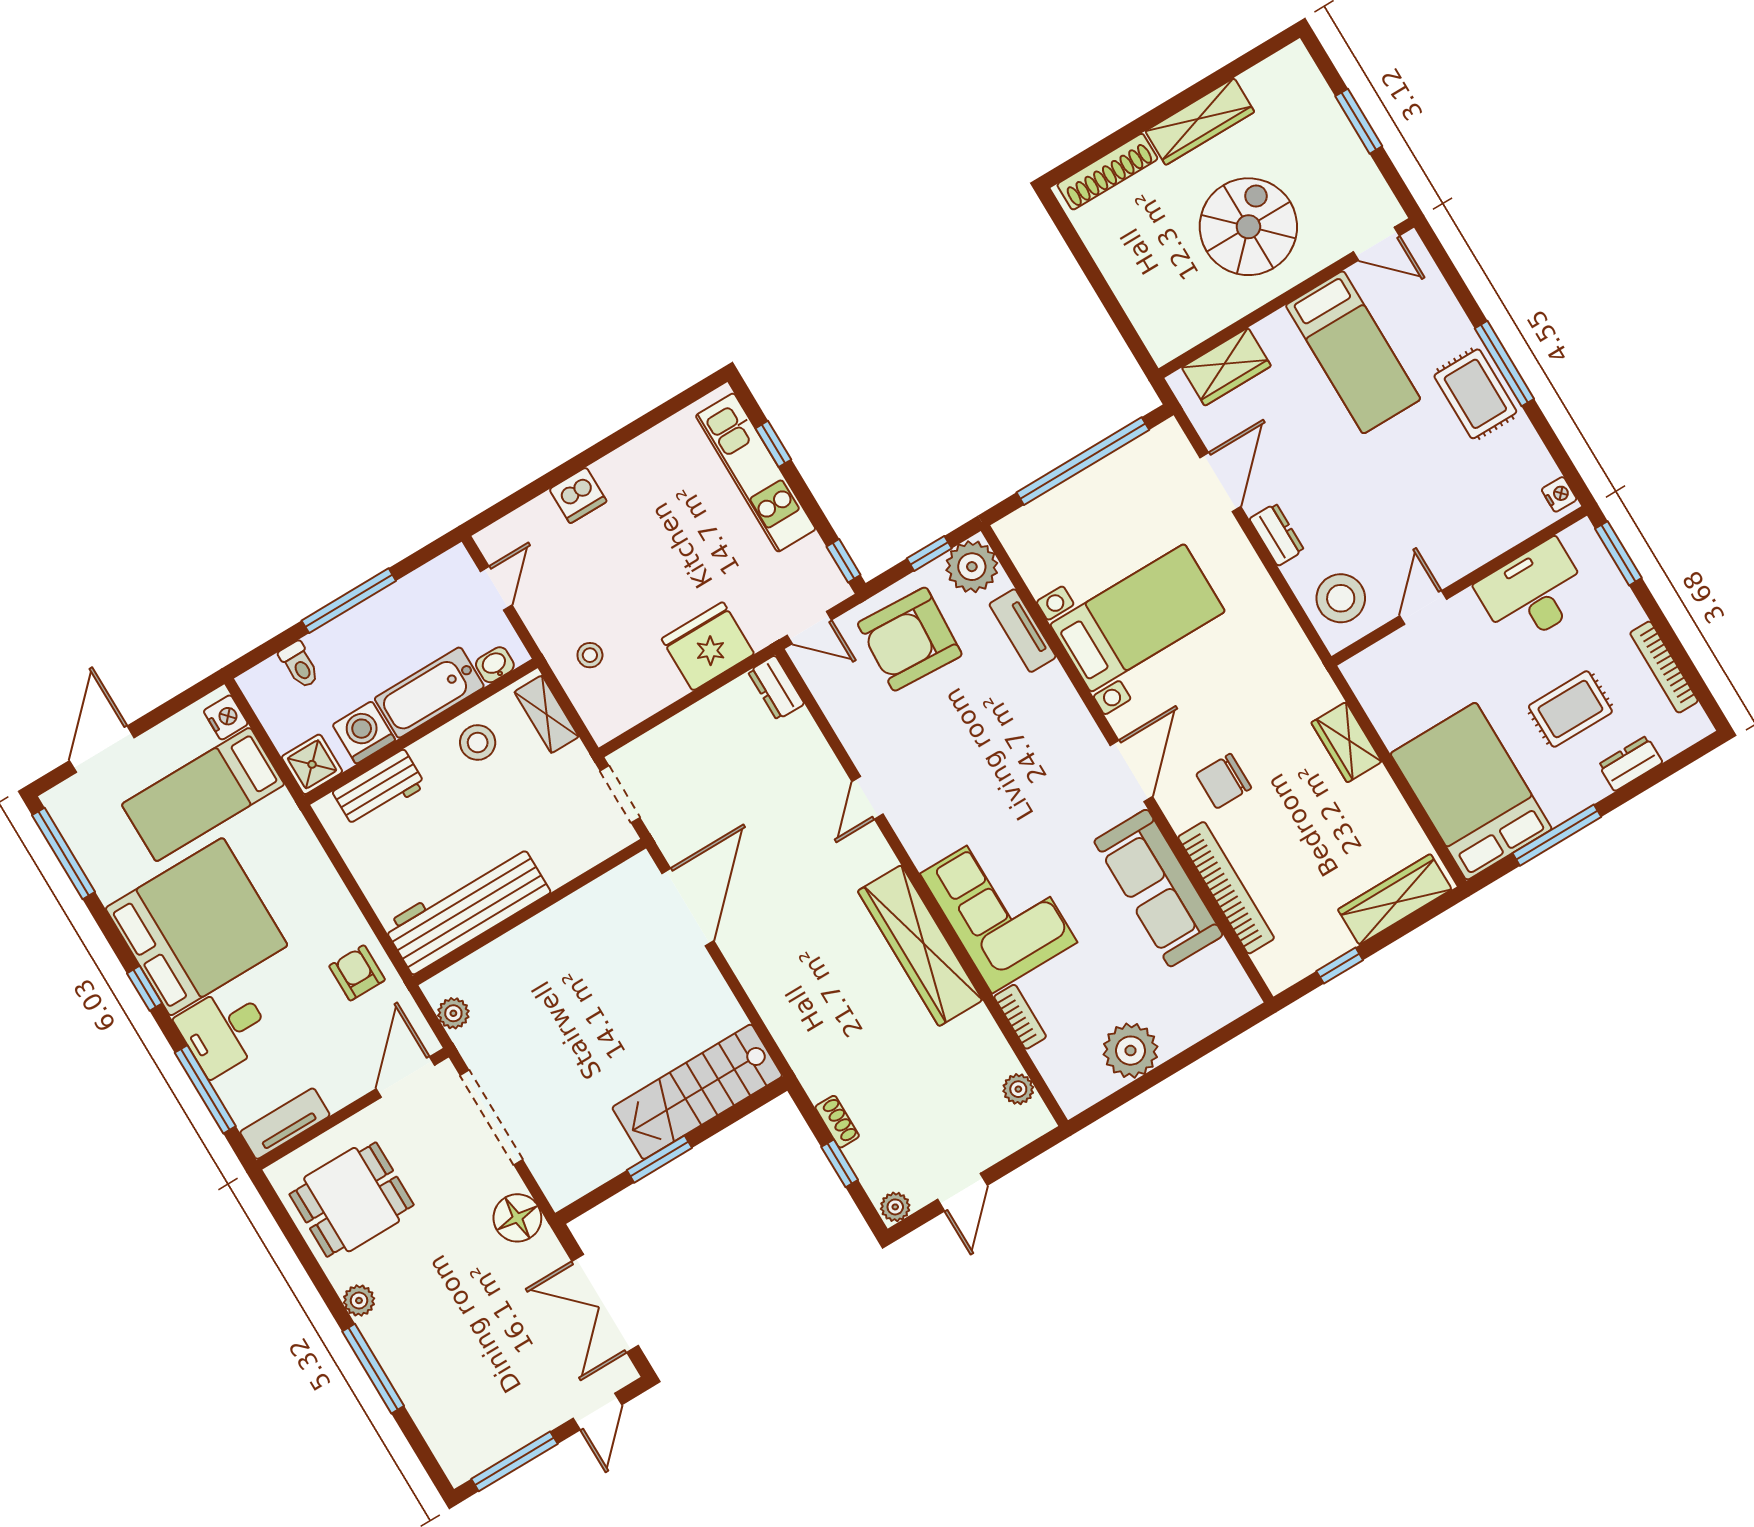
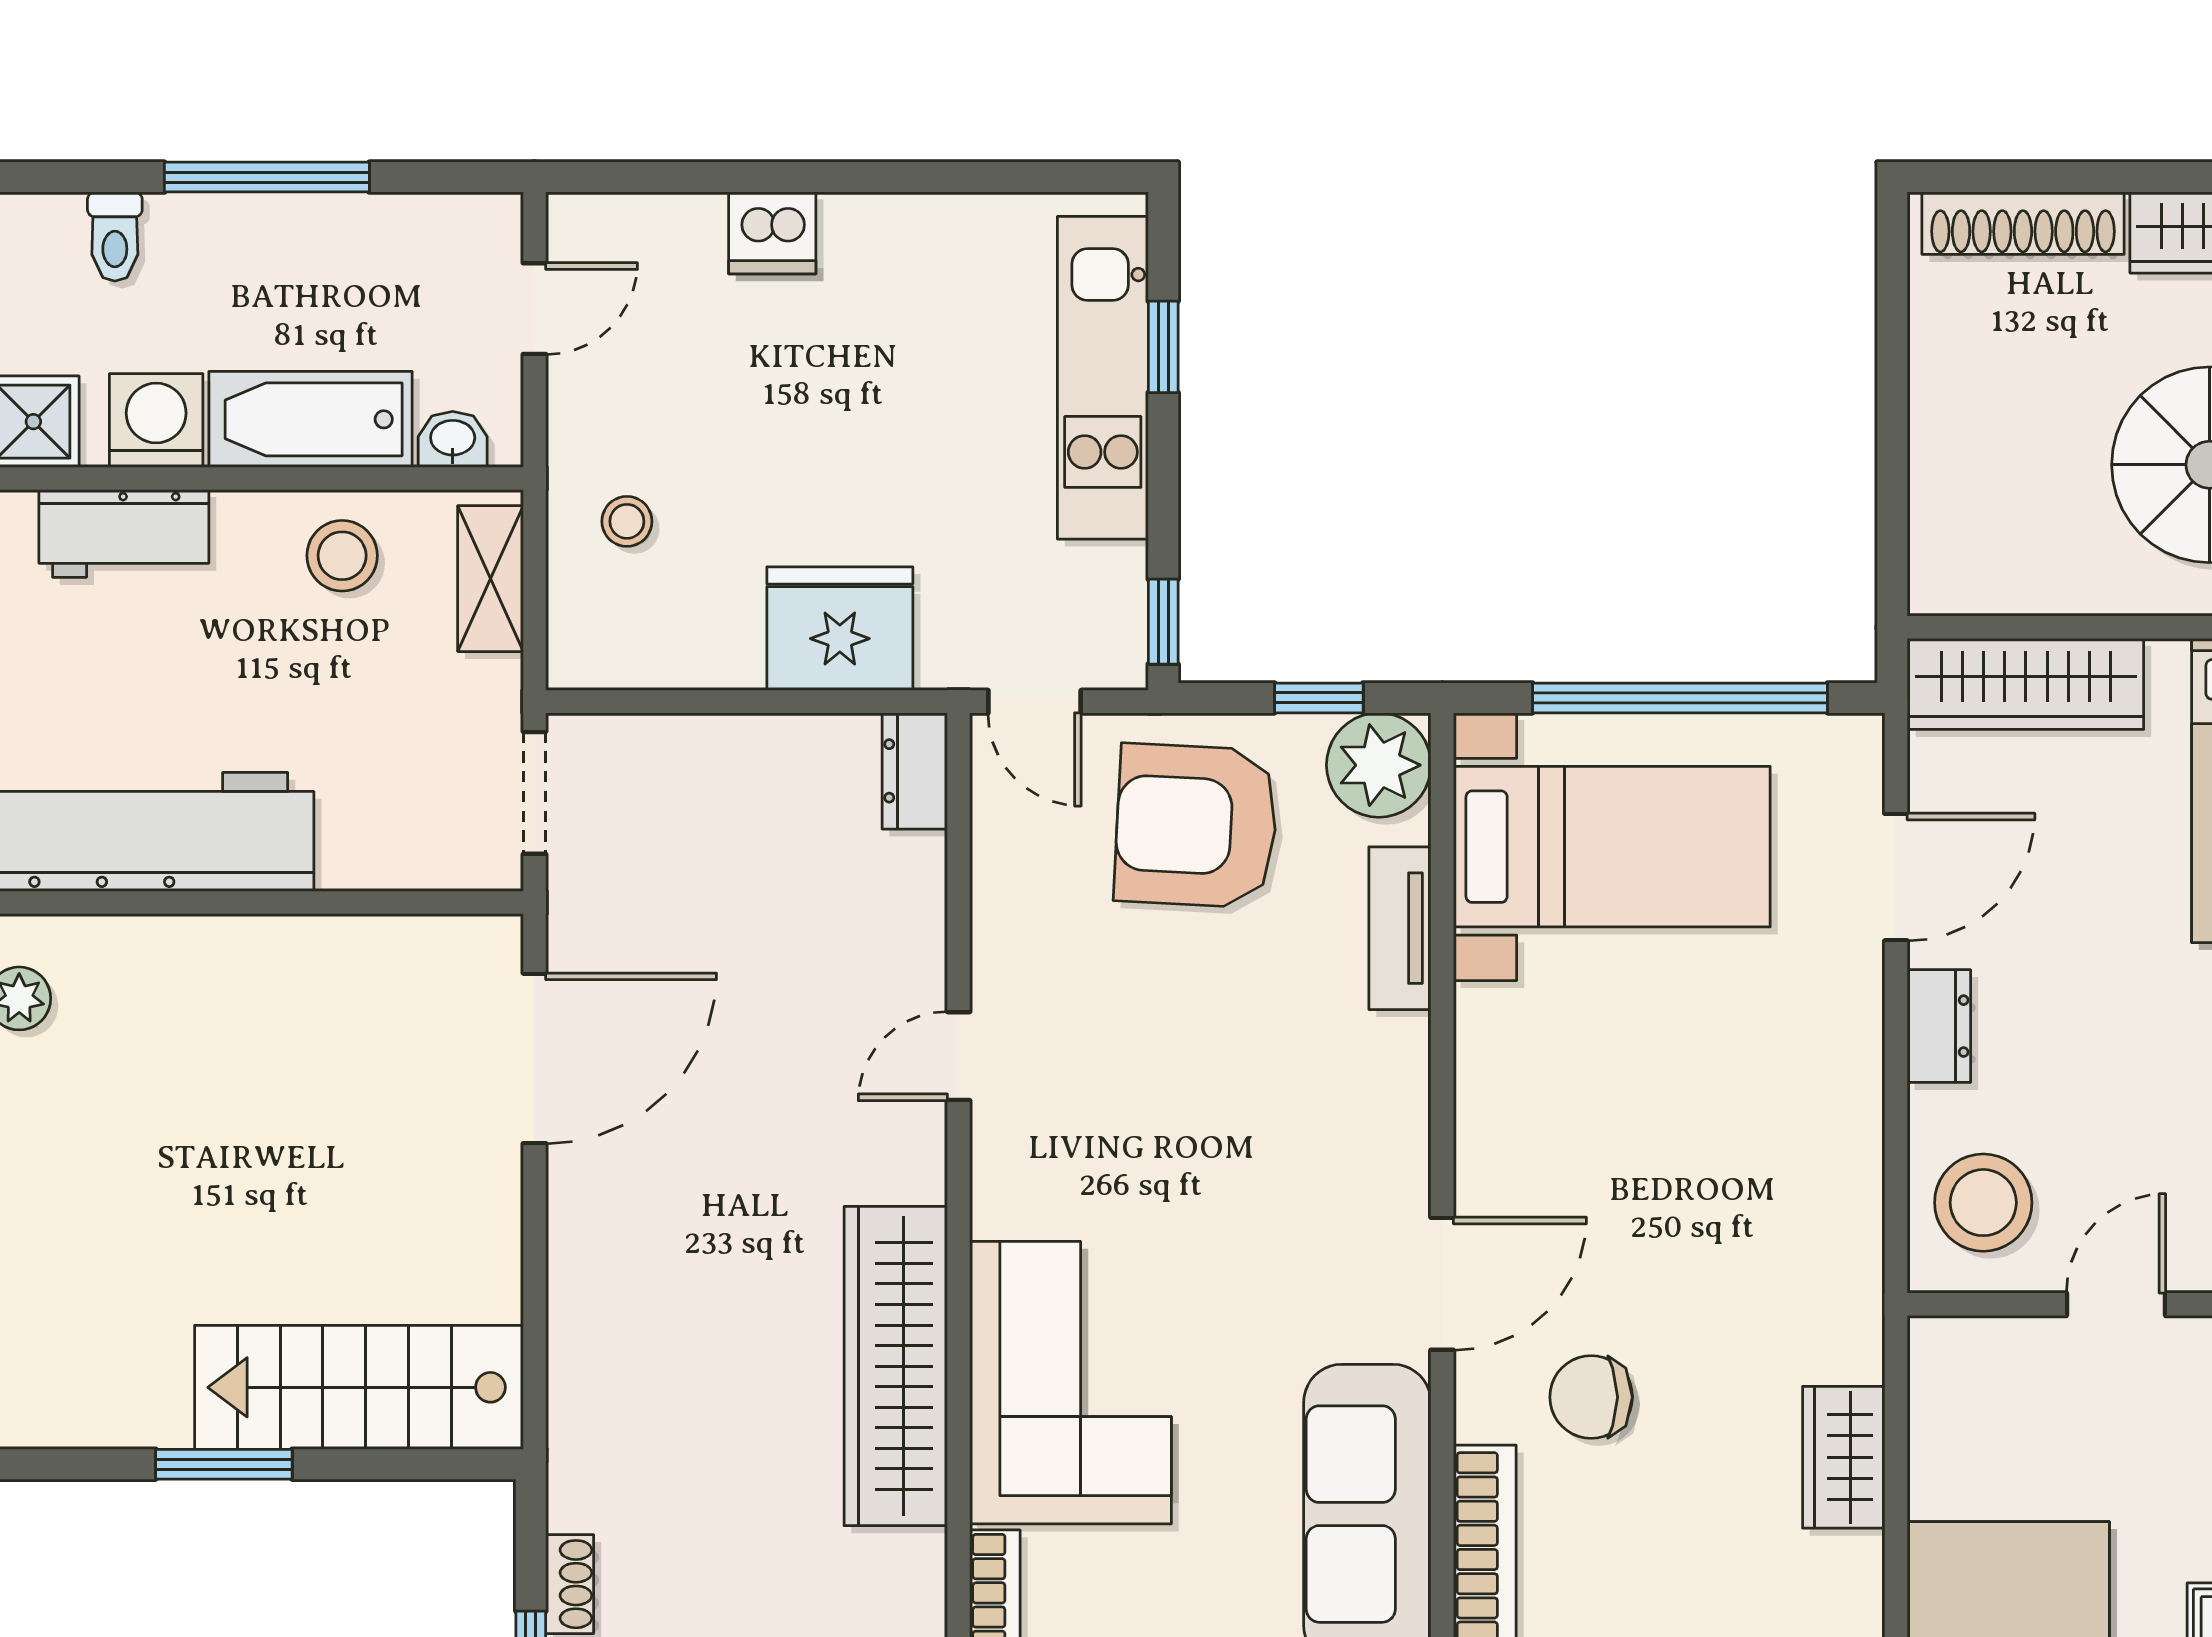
wardrobe: (1226, 367) -> (2026, 684), width x1.50
bed with nightstands: (1138, 618) -> (1612, 847), moved

